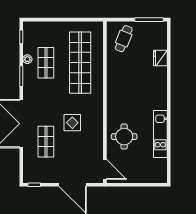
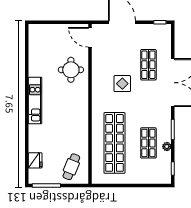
fridge: (160, 58) -> (35, 160), moved
kitchen unit: (160, 134) -> (35, 100), moved

